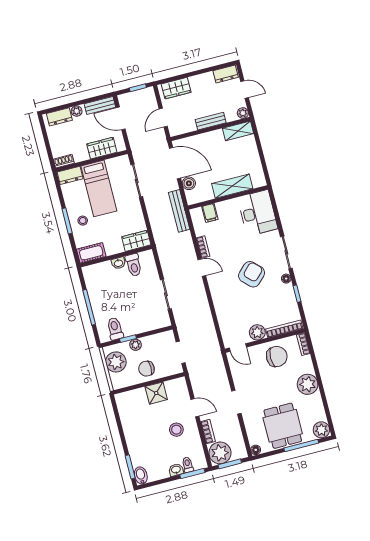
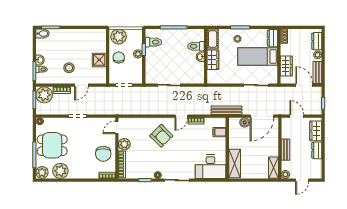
dresser: (226, 74) -> (317, 150), moved
door: (121, 118) -> (304, 85), hinge flipped
shelving: (232, 186) -> (235, 163), moved
wardrobe: (136, 241) -> (213, 60), moved
toilet: (134, 265) -> (196, 46), moved
armchair: (252, 274) -> (161, 136), moved
plant: (116, 362) -> (119, 37), moved
plant: (308, 384) -> (60, 171), moved

